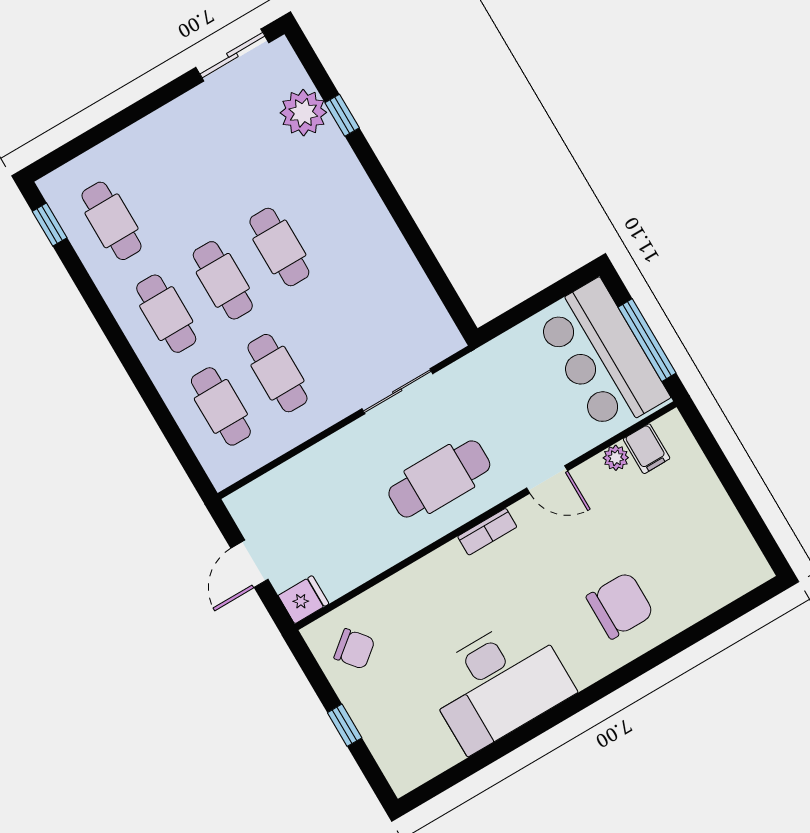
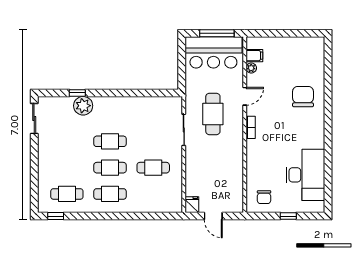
plant: (303, 113) -> (83, 106), moved
cafe table: (221, 406) -> (153, 194), removed
cafe table: (439, 479) -> (213, 114), moved
fridge: (303, 600) -> (192, 205), moved
chair: (354, 649) -> (264, 197), turned 129
desk: (499, 684) -> (305, 175), moved

